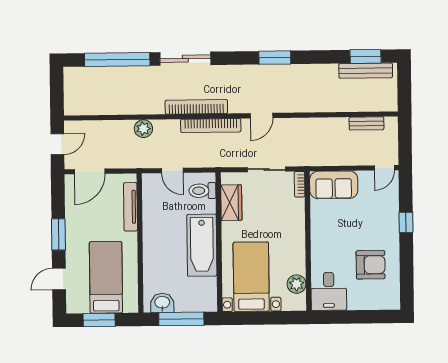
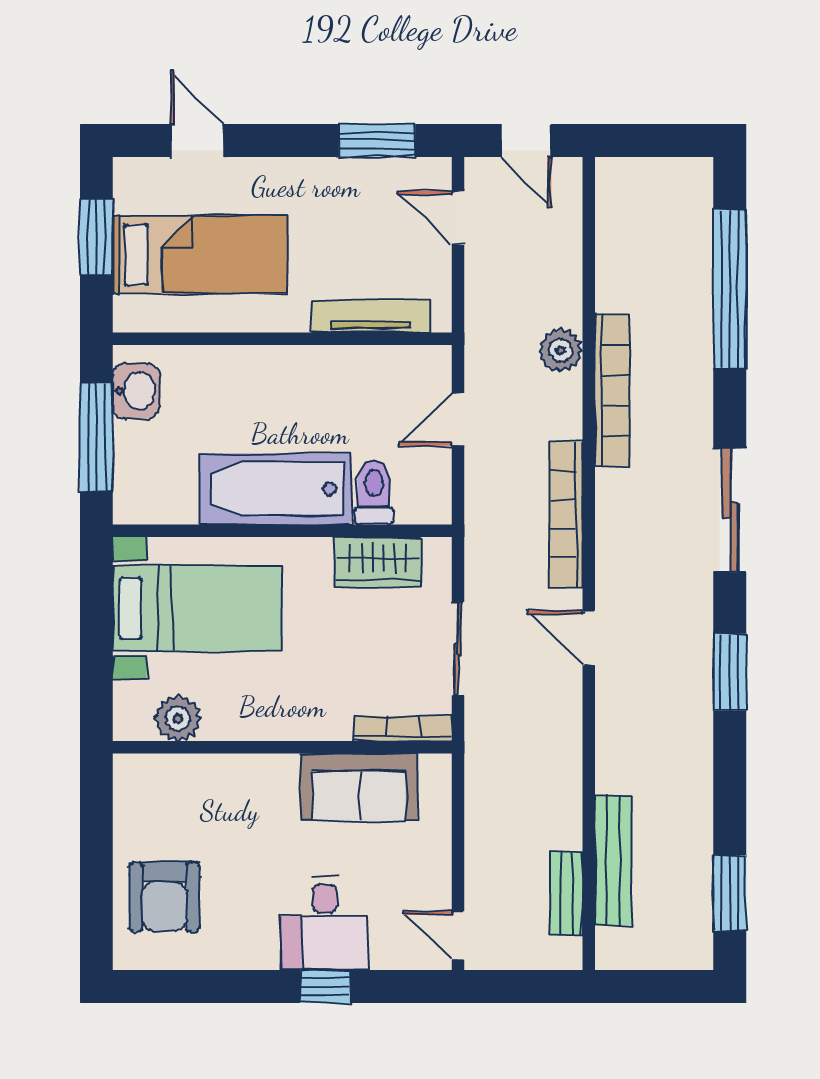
sliding door: (185, 59) -> (730, 510), moved
bench: (366, 71) -> (613, 860), moved
bookcase: (196, 107) -> (612, 390), moved
door: (90, 171) -> (458, 218), width x0.73
bookcase: (300, 184) -> (403, 729), width x1.56
sofa: (334, 185) -> (359, 787), moved, turned -90
toilet: (202, 191) -> (374, 492), moved
window: (58, 234) -> (377, 140), moved
armchair: (371, 265) -> (164, 897), moved
desk: (329, 291) -> (325, 924), moved, turned -90

